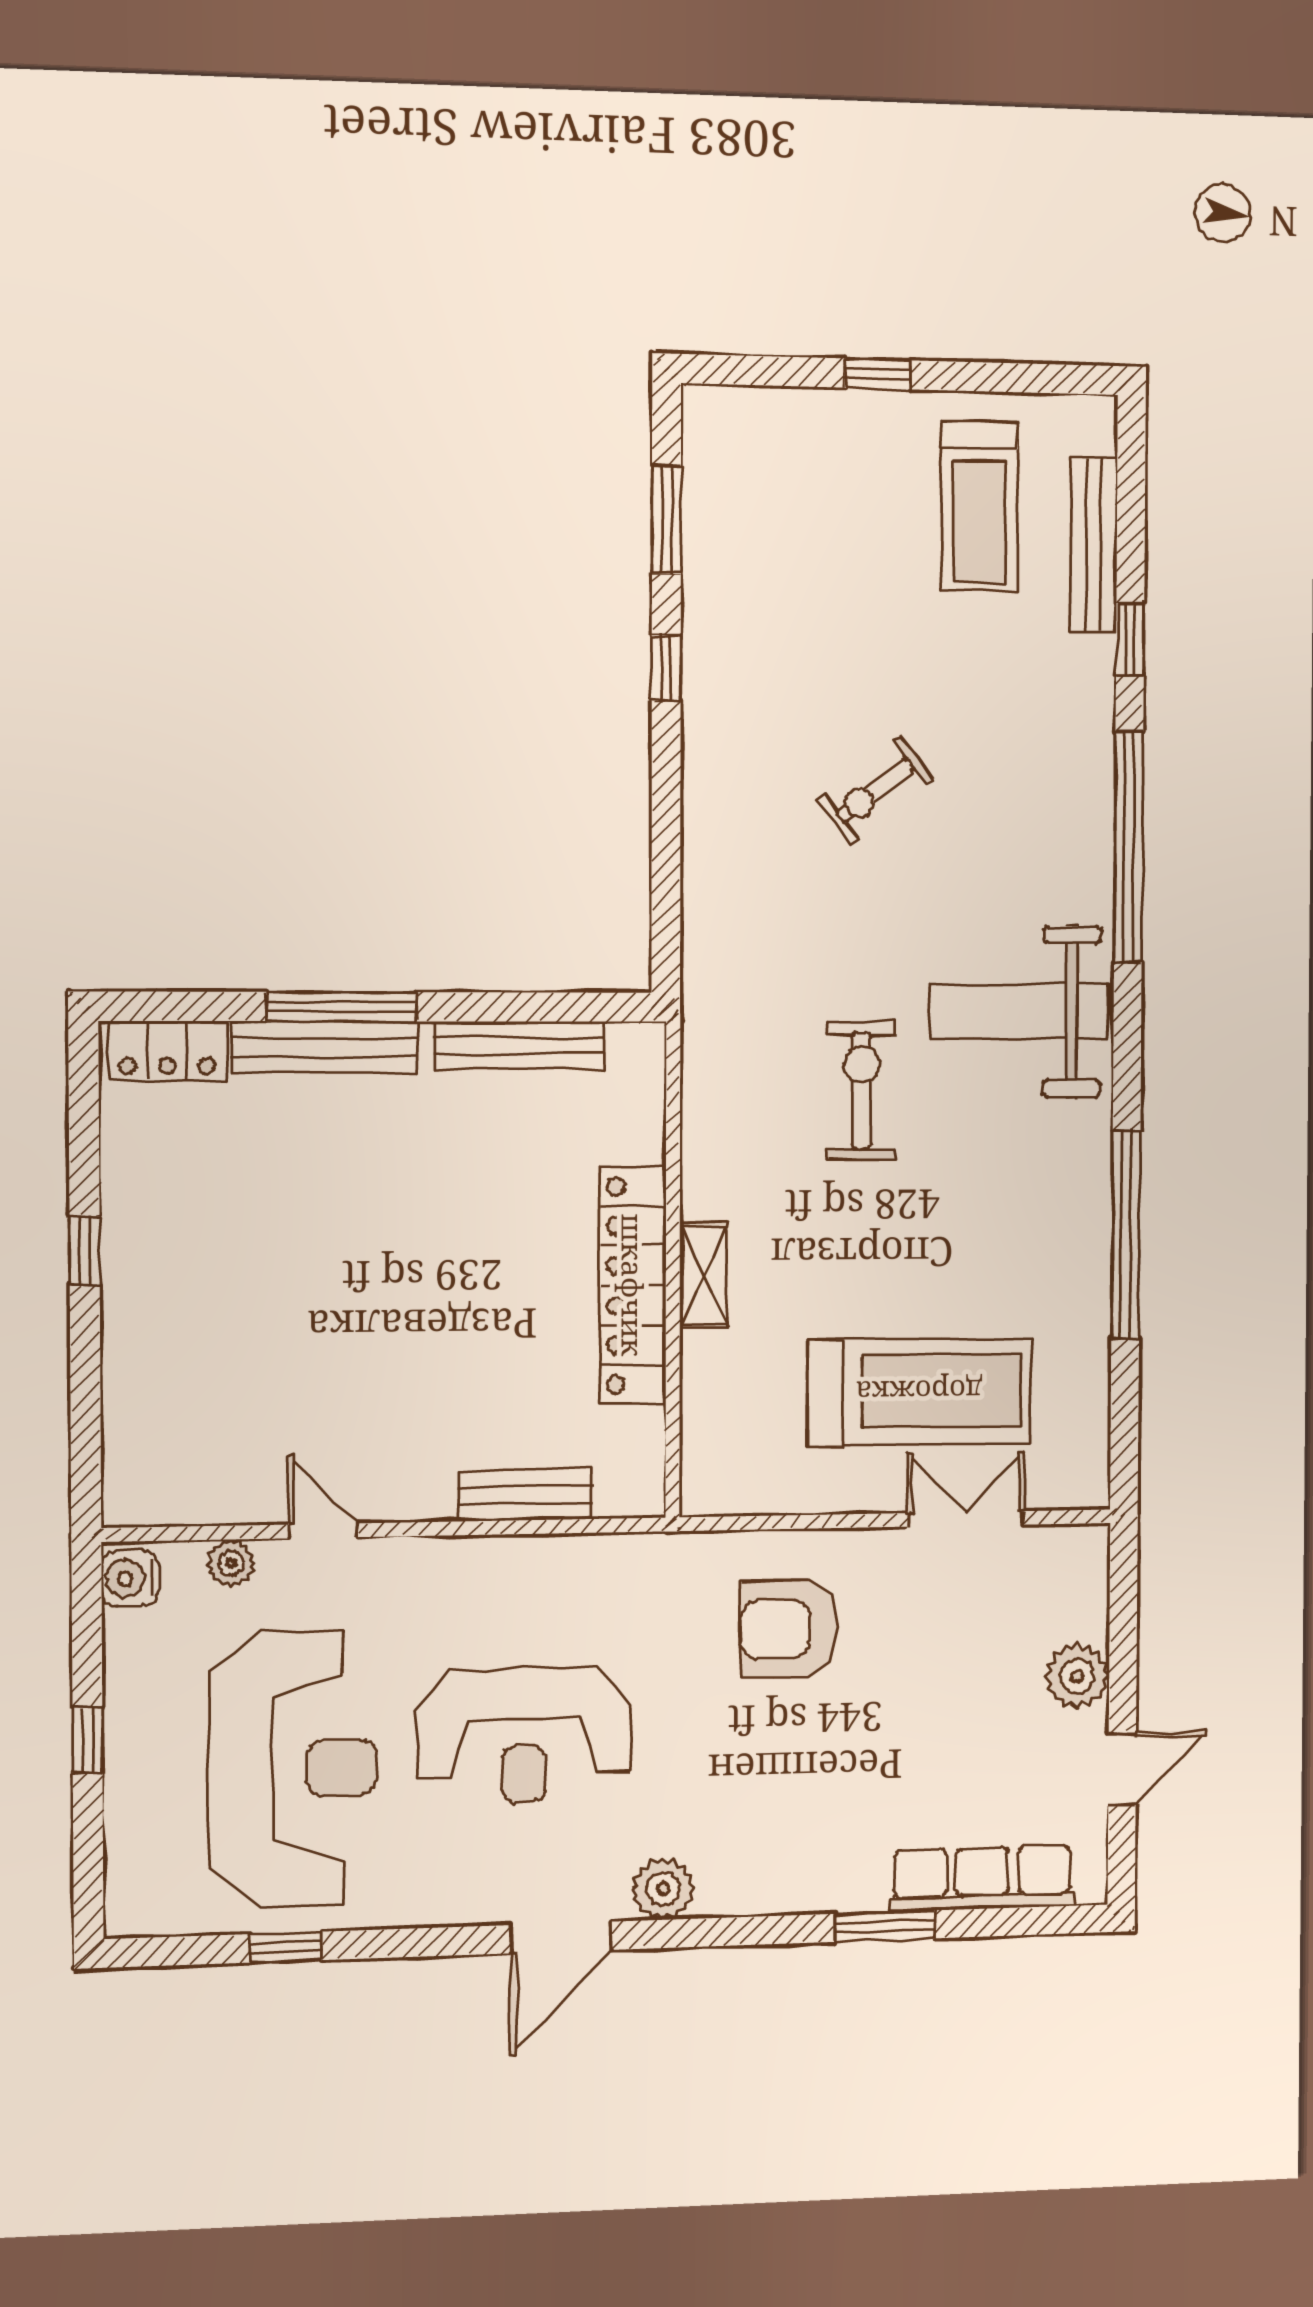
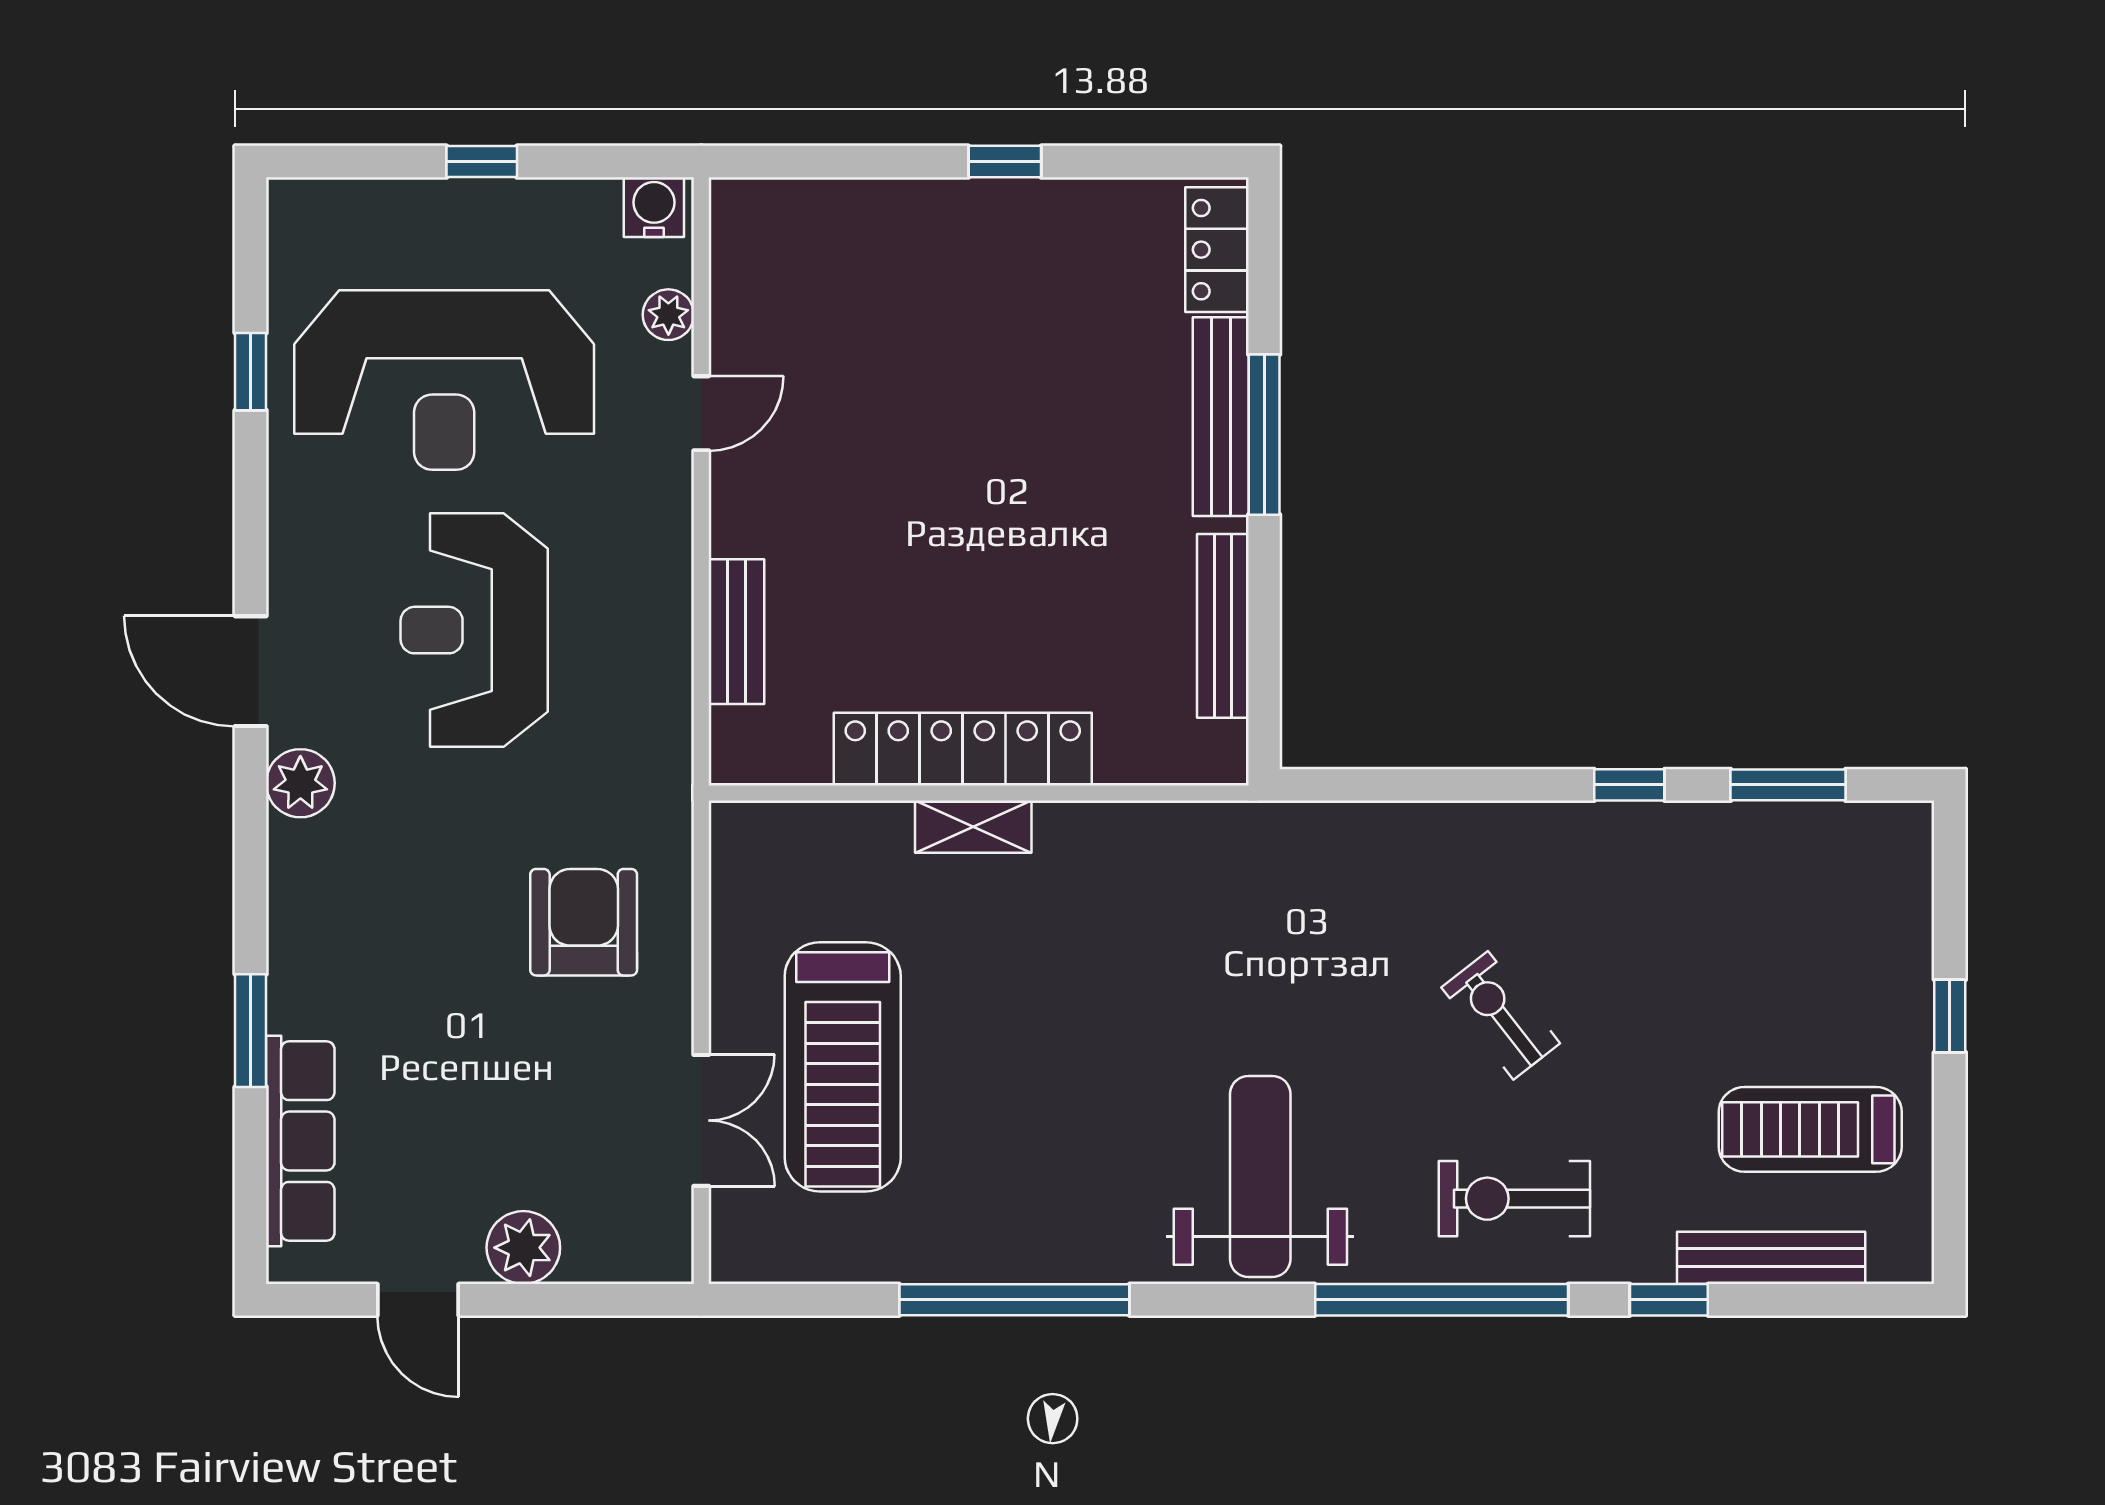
exercise bike: (862, 1091) -> (1514, 1199), moved, turned 180

